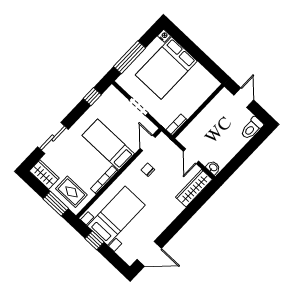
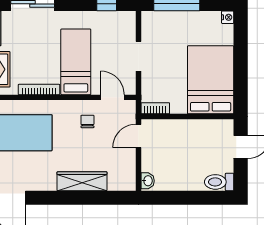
bed: (166, 68) -> (211, 80), moved, turned 90
door: (148, 143) -> (112, 97), hinge flipped
door: (191, 156) -> (138, 136), moved
wardrobe: (194, 188) -> (82, 181), moved

